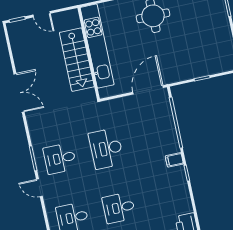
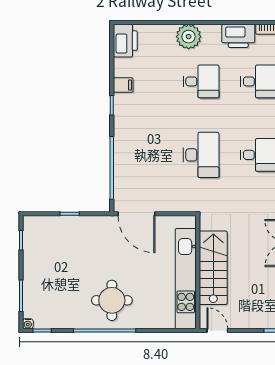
door: (42, 14) -> (217, 331), moved
door: (148, 90) -> (137, 214), hinge flipped
filing cabinet: (174, 160) -> (123, 85), moved

